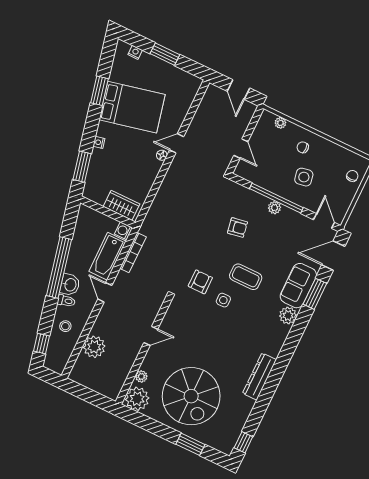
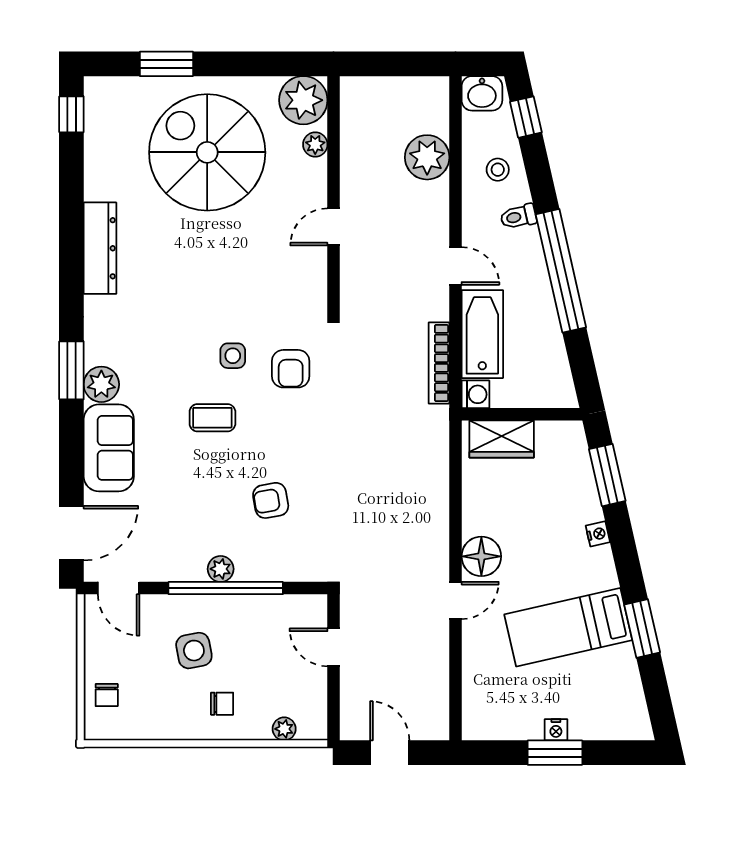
nightstand: (135, 52) -> (556, 730), moved
bed: (132, 107) -> (568, 627), width x0.67
floor lamp: (162, 155) -> (481, 556), width x1.89, depth x1.89
coffee table: (246, 277) -> (212, 418), width x0.73, depth x0.77
washbasin: (70, 285) -> (482, 93), moved, turned -77
window: (315, 294) -> (71, 370), moved

